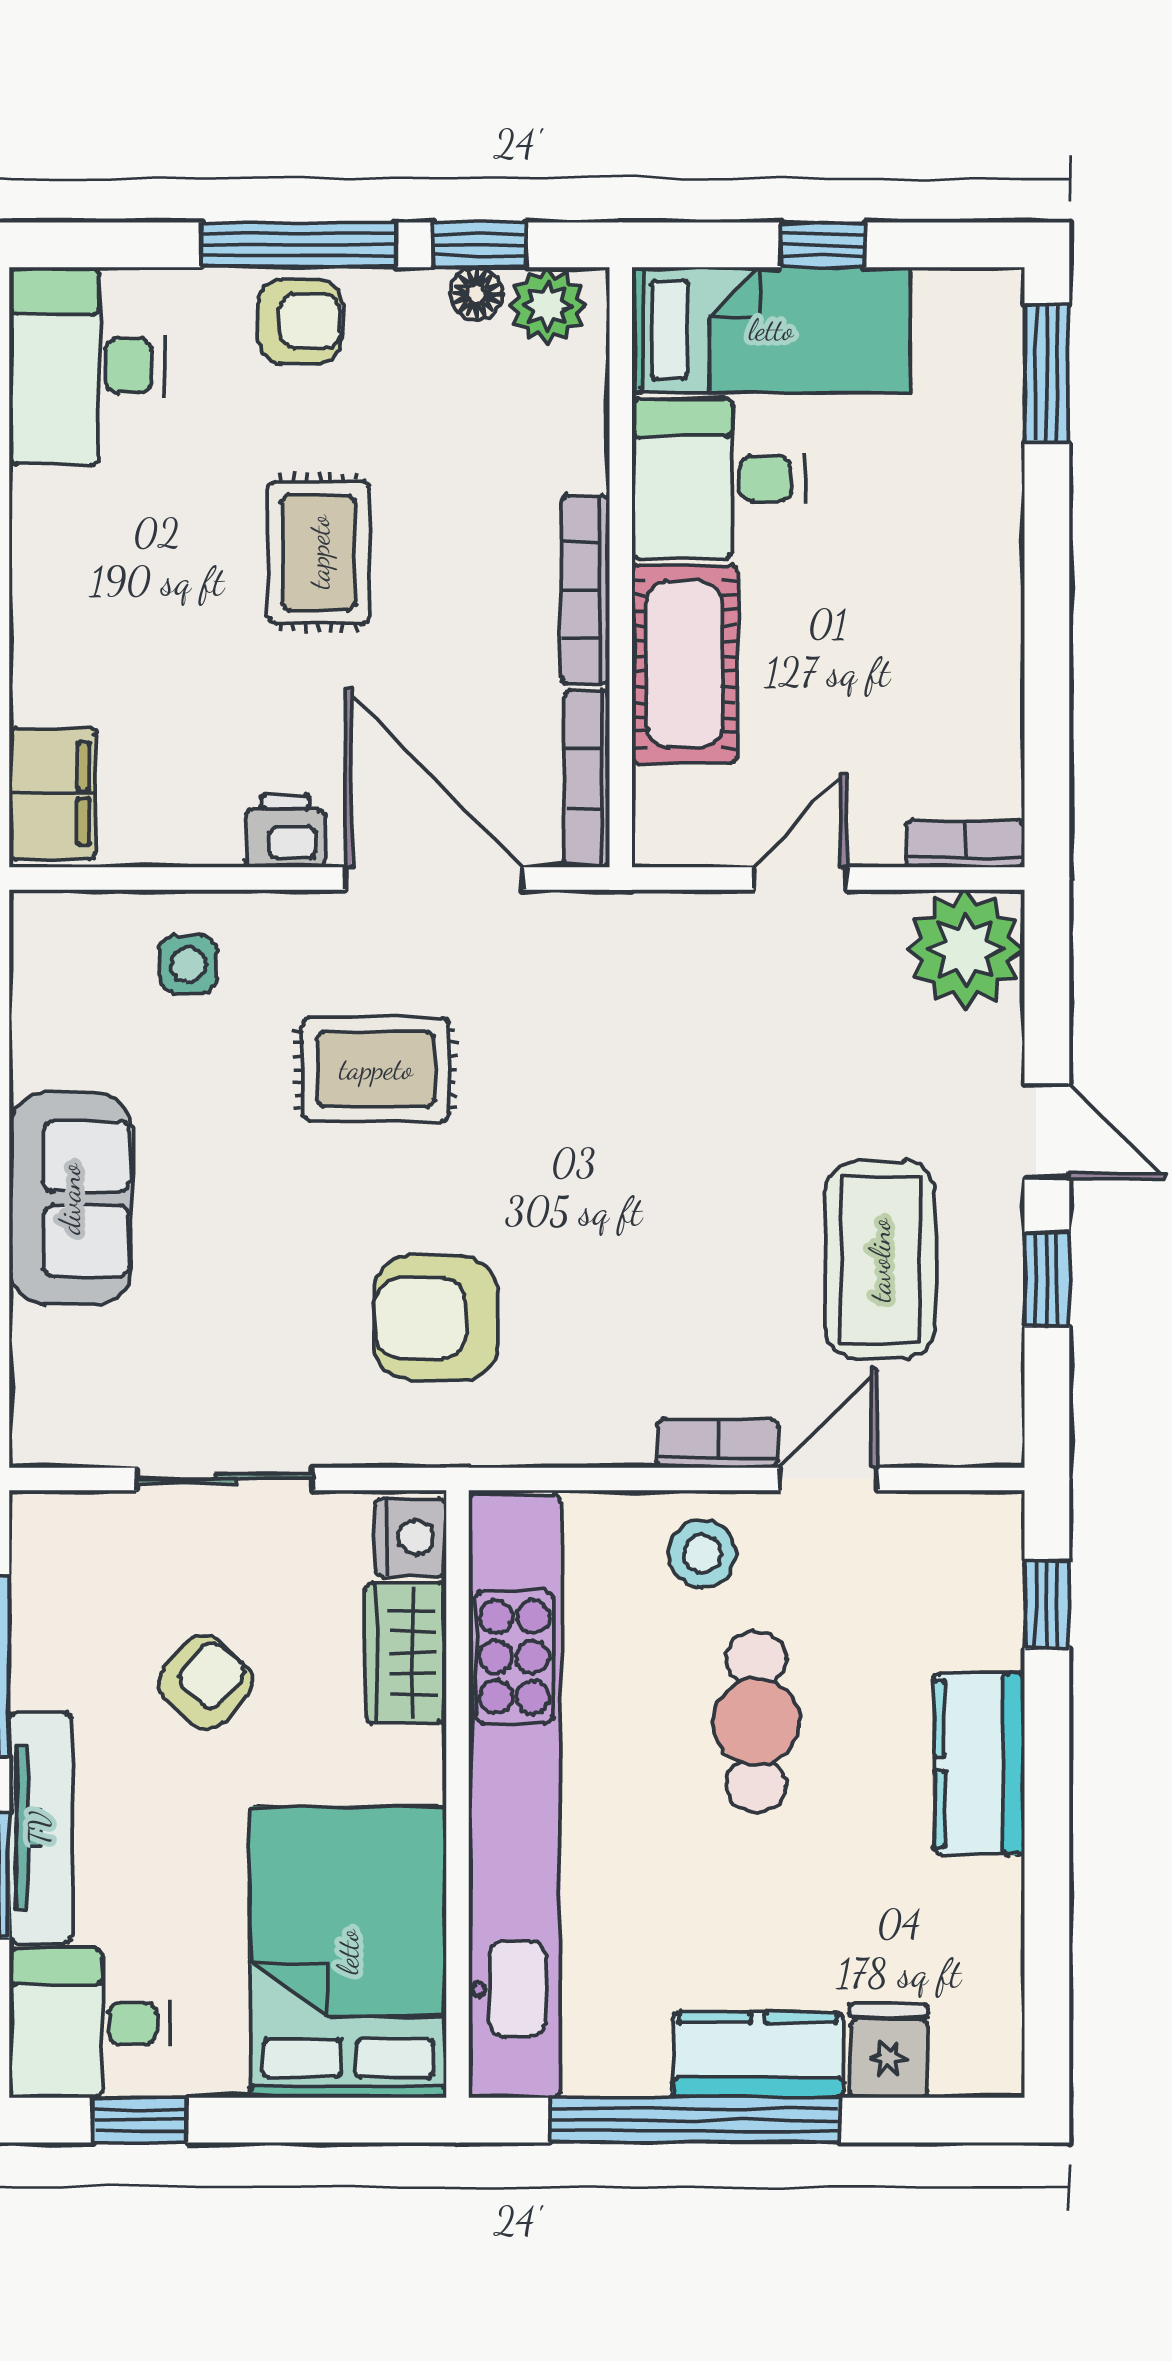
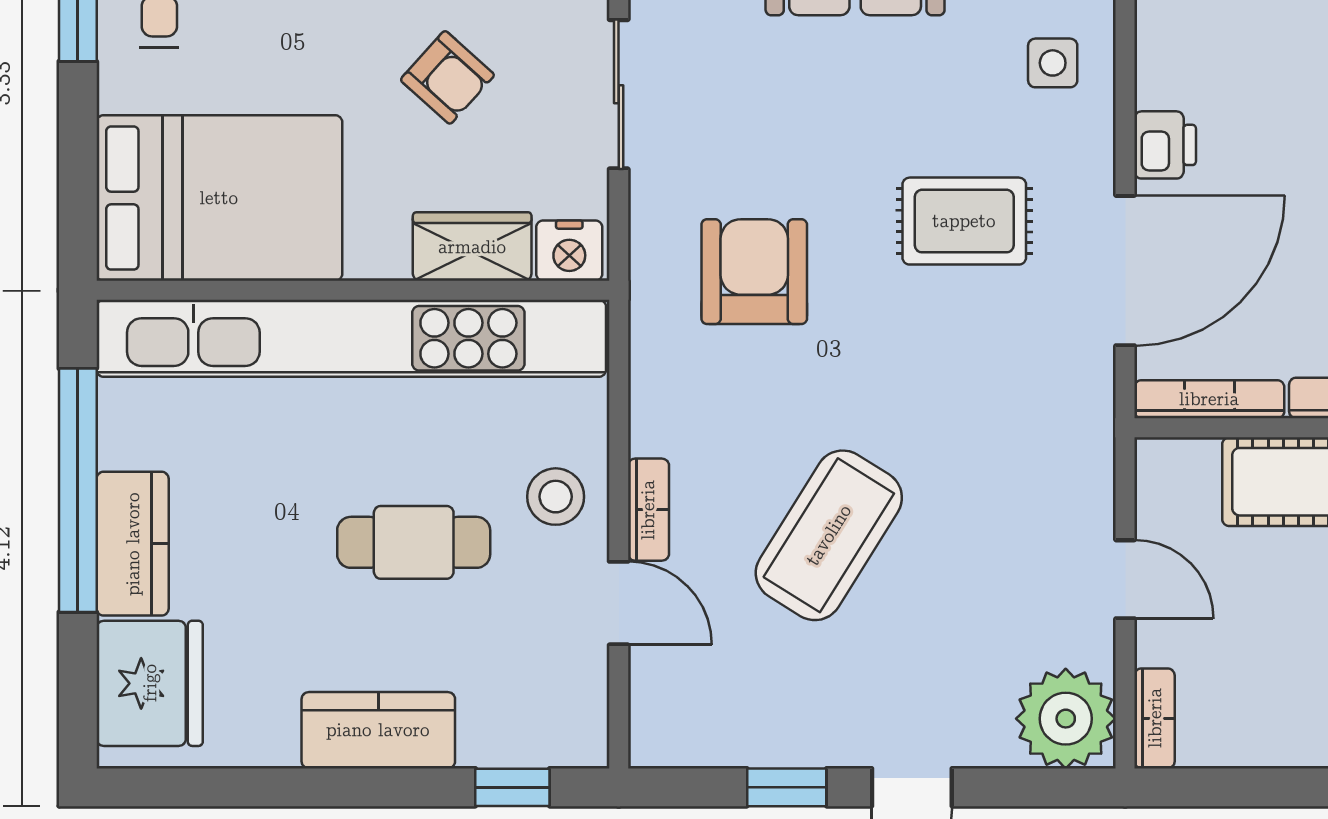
rug: (376, 1069) -> (964, 221), turned 90
coffee table: (880, 1260) -> (829, 535), moved, turned -58
fridge: (889, 2051) -> (150, 683), width x1.88, depth x1.34

